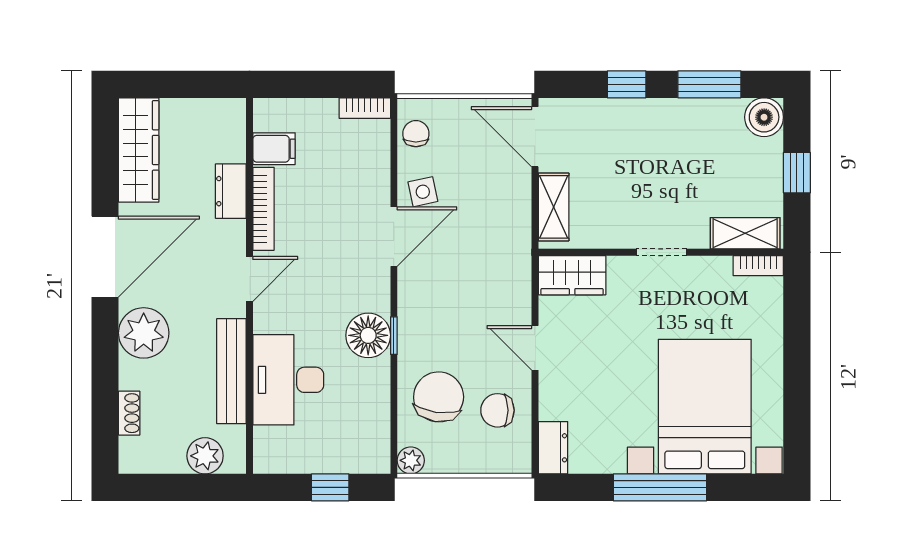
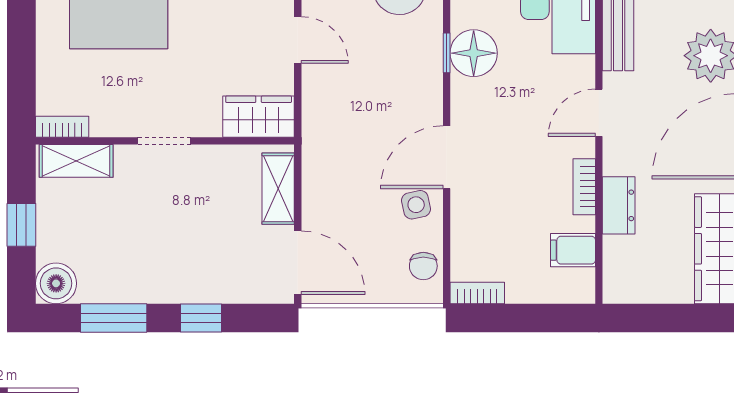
bookcase: (263, 209) -> (584, 187), width x0.64

